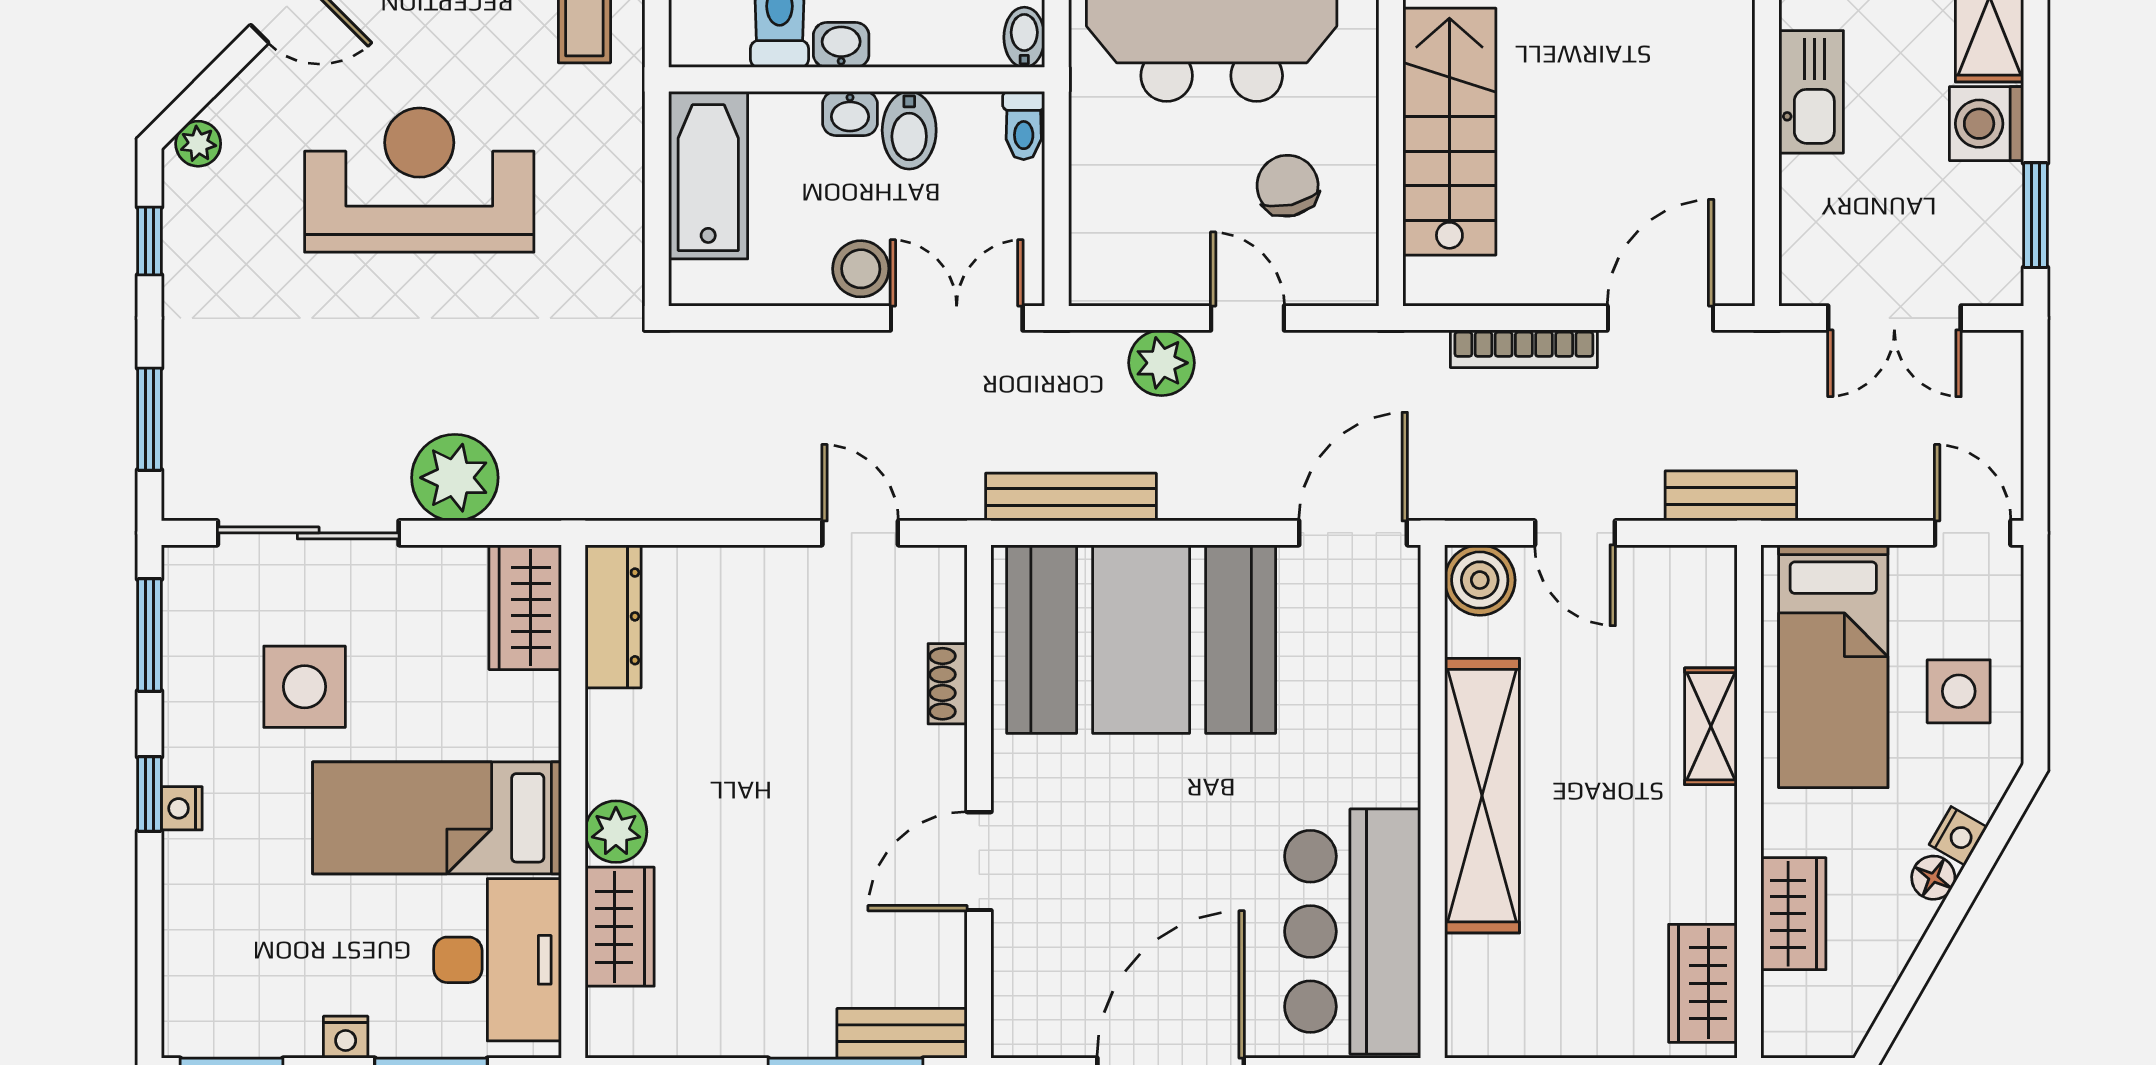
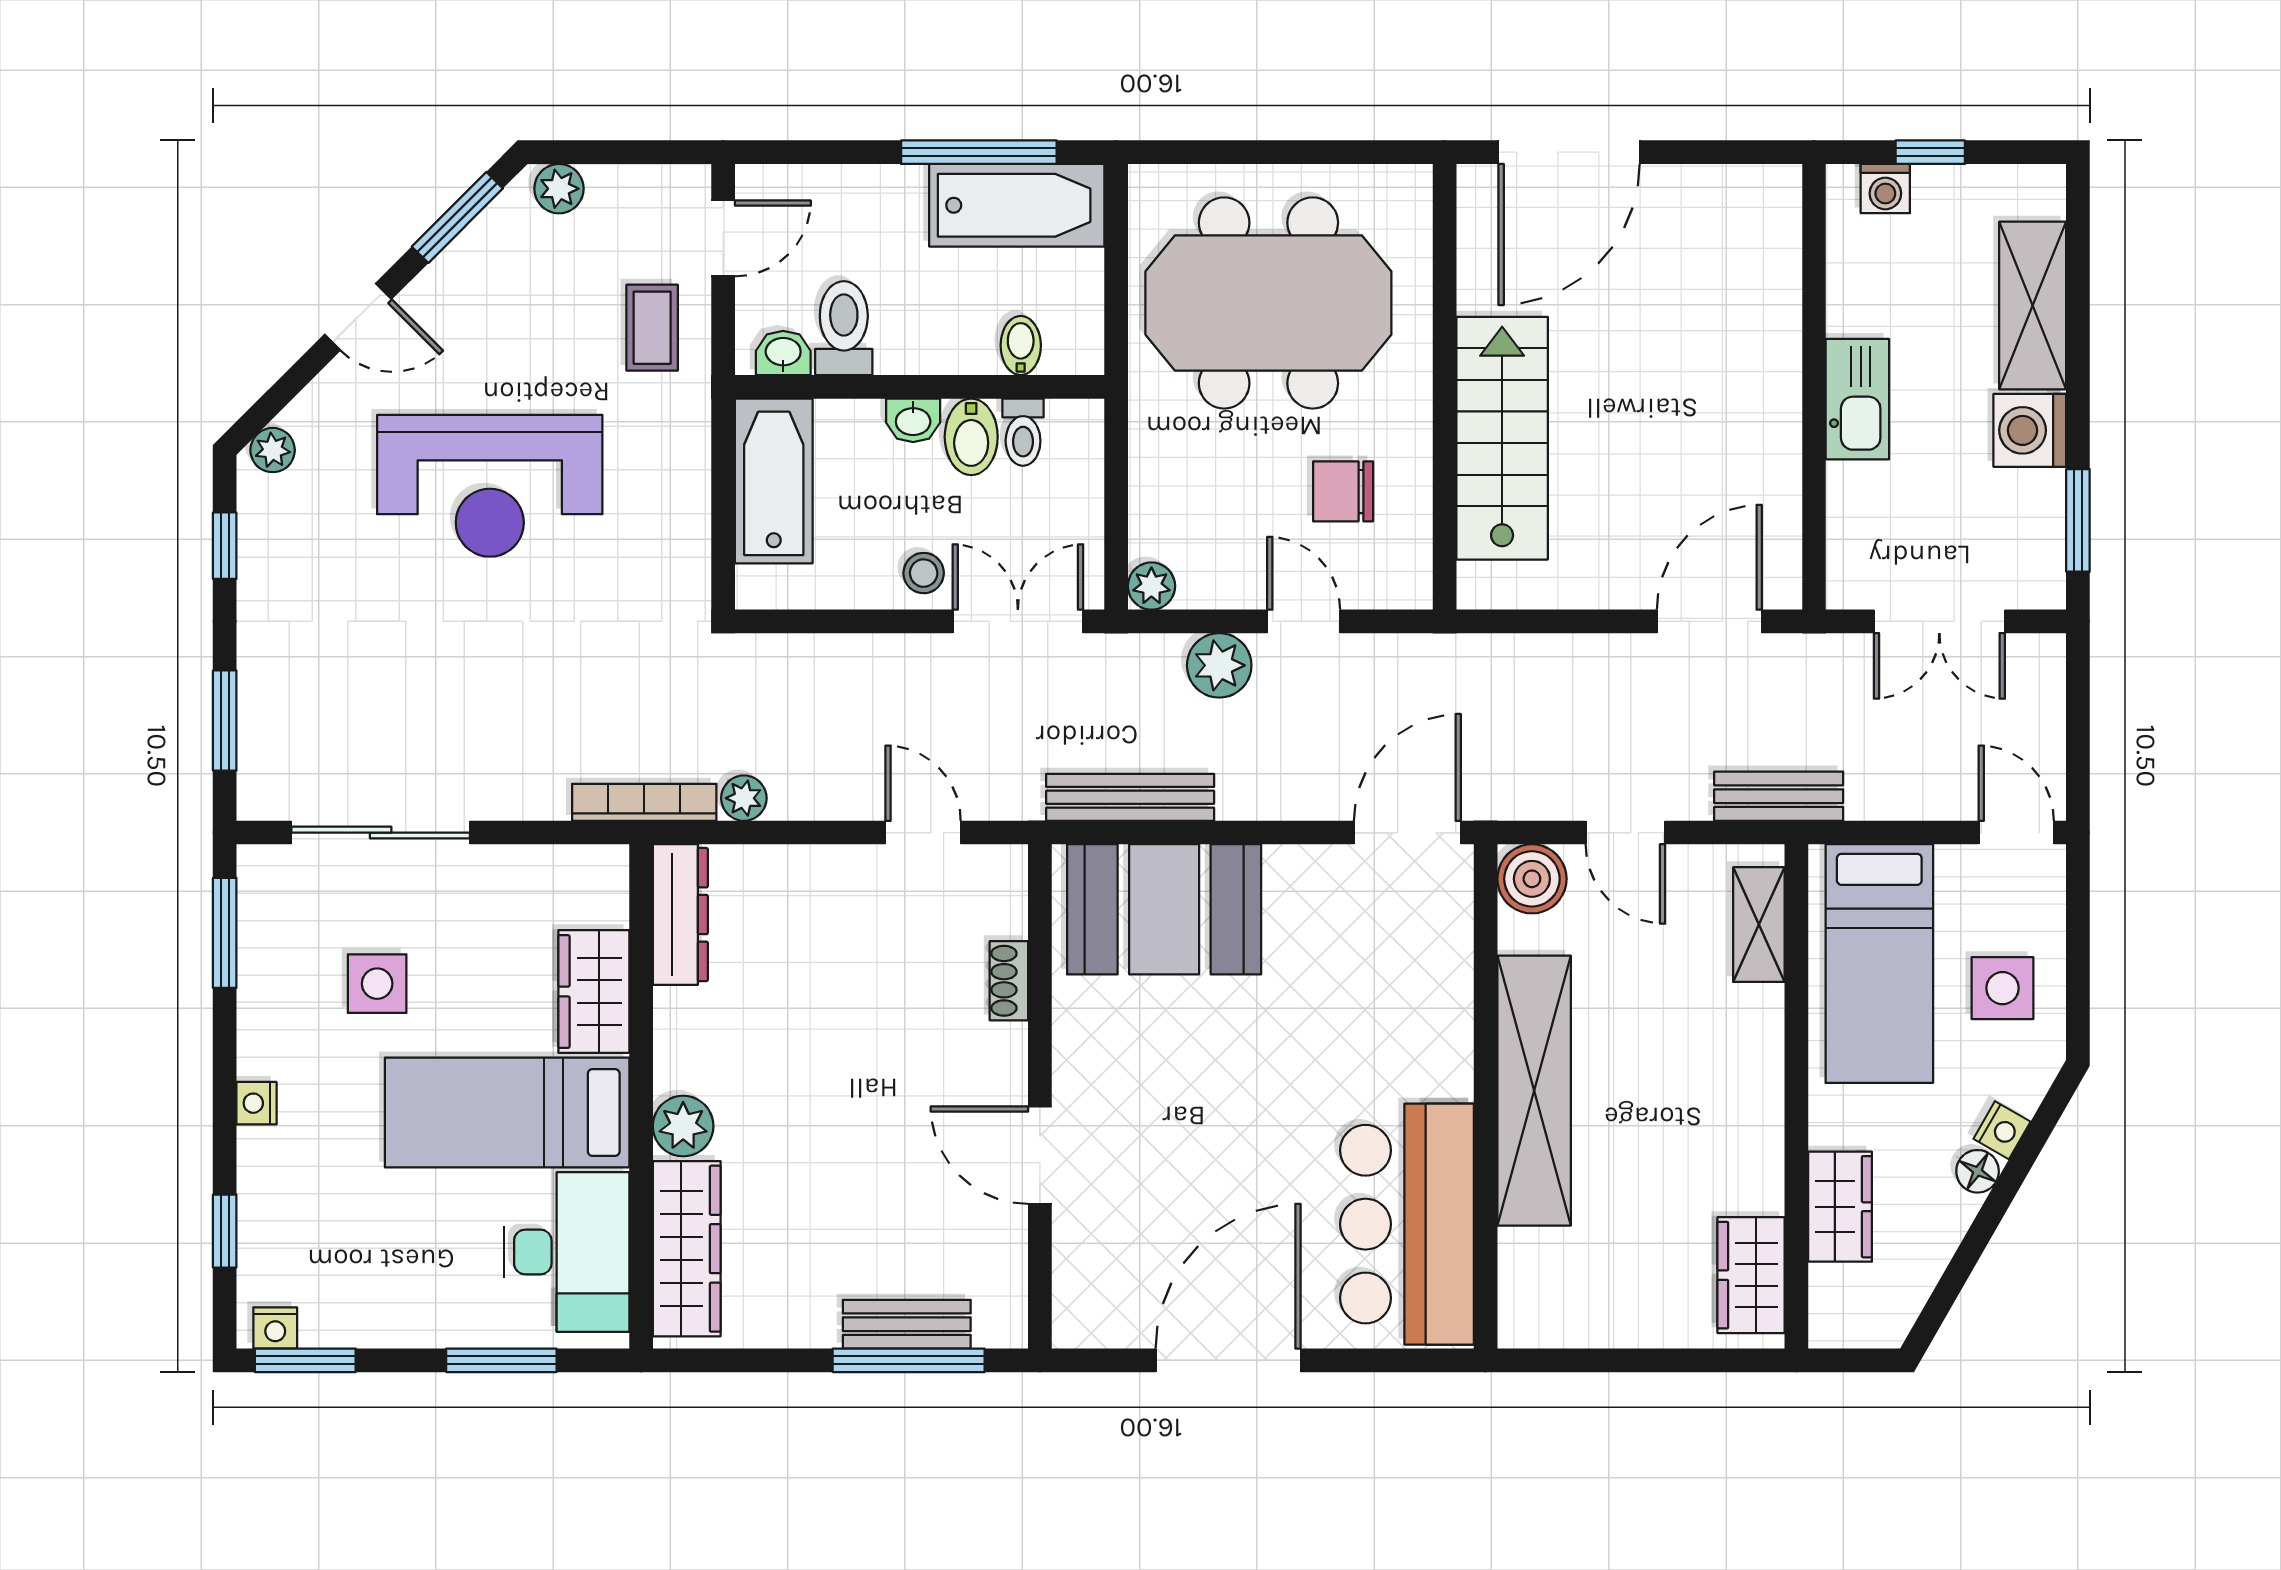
bidet: (1024, 37) -> (1021, 346), moved
washbasin: (841, 45) -> (783, 353), moved
toilet: (1024, 125) -> (1023, 432), moved
reception desk: (419, 180) -> (490, 486), turned 180
chair: (1288, 186) -> (1343, 491), turned -77
stool: (861, 269) -> (924, 573), width x0.73, depth x0.73
plant: (1093, 282) -> (1151, 586), added
bookcase: (1524, 349) -> (644, 802), moved, turned 180
plant: (455, 478) -> (744, 798), moved, width x0.53, depth x0.53
wardrobe: (525, 607) -> (594, 992), moved
booth: (1141, 639) -> (1164, 909), width x0.73, depth x0.70
side table: (305, 687) -> (377, 984), width x0.73, depth x0.73
shelving: (1711, 726) -> (1759, 925), moved
window: (149, 794) -> (225, 1231), moved
door: (979, 861) -> (1040, 1155), hinge flipped
wardrobe: (620, 927) -> (687, 1249), width x1.50
bench: (902, 1033) -> (907, 1324), moved
nightstand: (346, 1037) -> (275, 1328), moved

